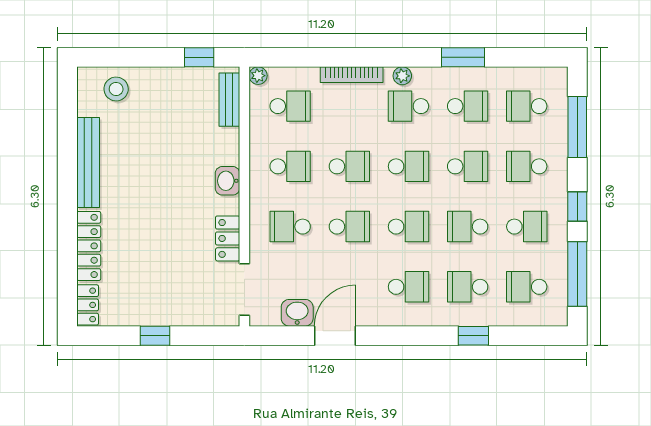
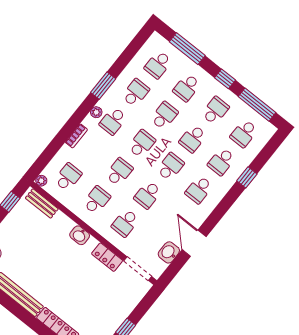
window: (463, 57) -> (103, 86), moved
bookcase: (352, 75) -> (76, 136), width x0.64
school desk: (349, 227) -> (148, 195), turned 180
school desk: (408, 287) -> (199, 190), turned 180

